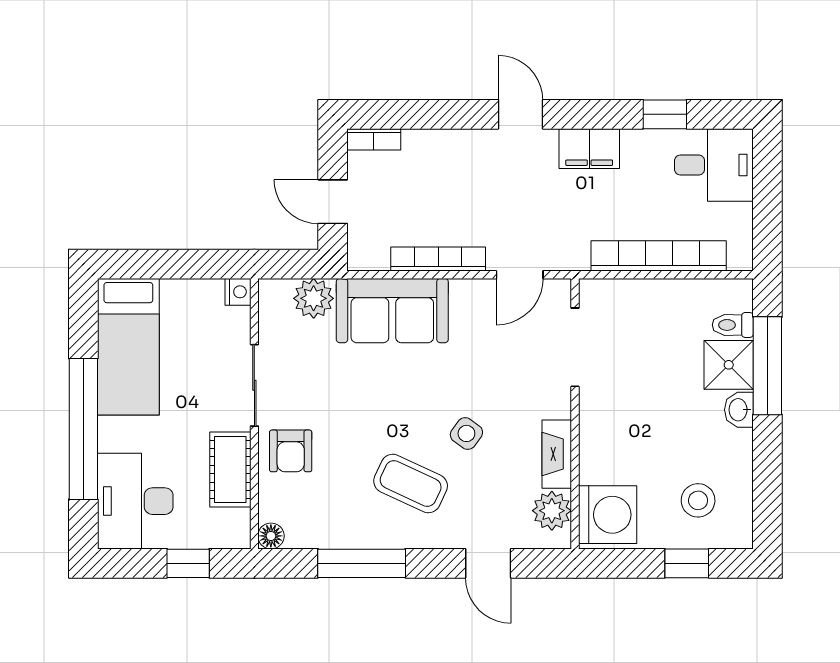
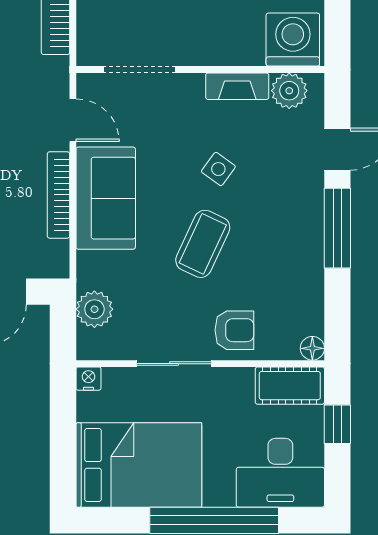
sofa: (392, 311) -> (106, 198), moved
bed: (128, 347) -> (139, 465), width x1.50
cot: (230, 470) -> (290, 386), moved
coffee table: (411, 484) -> (203, 244), moved
window: (362, 563) -> (337, 228), moved

